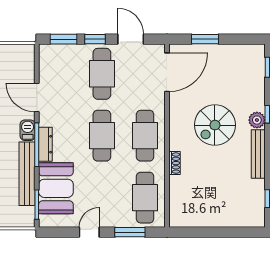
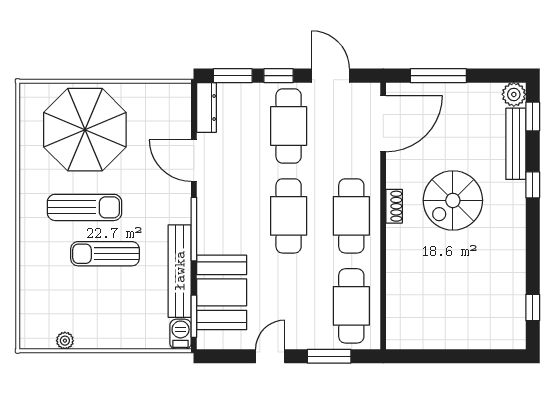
window: (205, 39) -> (438, 76), width x1.44
plant: (257, 120) -> (514, 94), moved
barbecue: (28, 130) -> (181, 334), moved
dresser: (45, 144) -> (207, 108), moved
bench: (258, 154) -> (516, 144), moved
shoe rack: (175, 163) -> (394, 206), moved

